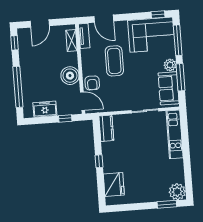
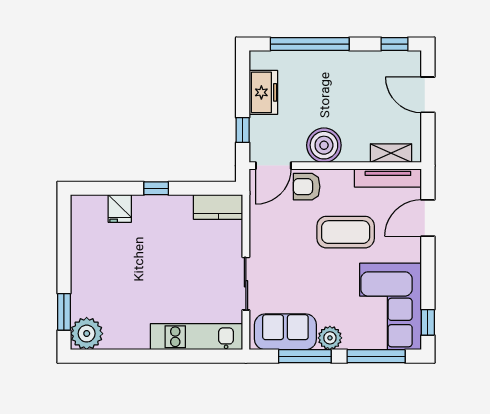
tv unit: (84, 36) -> (388, 178), width x1.41
fridge: (114, 185) -> (120, 209), width x0.53, depth x0.75

